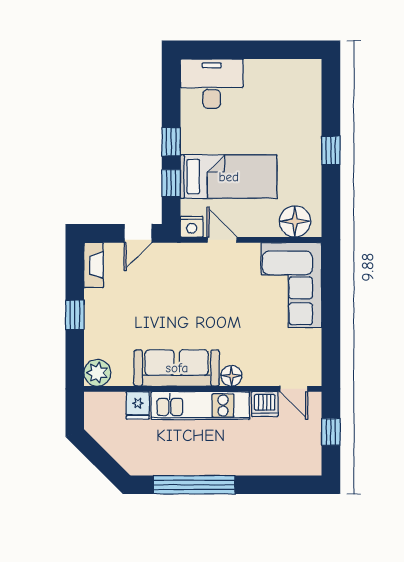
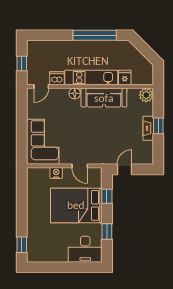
window: (171, 142) -> (107, 231), moved
window: (331, 150) -> (22, 245), moved
bed: (229, 177) -> (76, 205), width x1.50
floor lamp: (295, 221) -> (41, 176), removed
nightstand: (192, 227) -> (56, 173), moved
fireplace: (94, 265) -> (148, 128), moved
door: (294, 389) -> (41, 86), swing flipped

